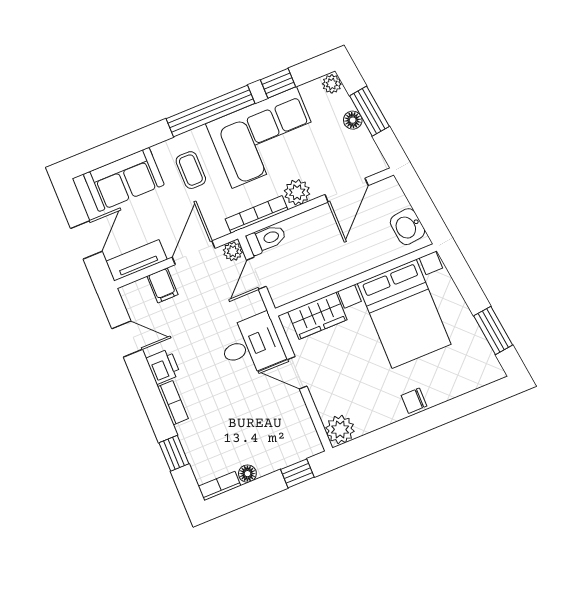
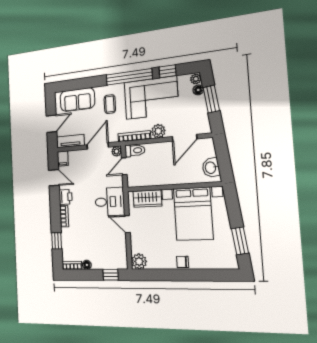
floor lamp: (353, 120) -> (198, 90), moved
filing cabinet: (163, 285) -> (63, 159), moved

